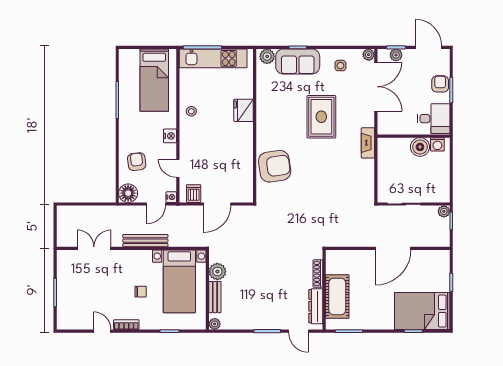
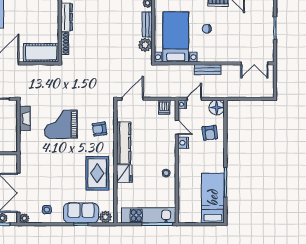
bed: (154, 80) -> (213, 198), moved
rug: (321, 117) -> (97, 173), moved
nightstand: (170, 136) -> (183, 143), moved
fireplace: (368, 143) -> (25, 118), moved
kitchen counter: (244, 149) -> (124, 143), added
armchair: (275, 166) -> (99, 129), width x0.53, depth x0.53
grand piano: (323, 172) -> (61, 124), added
door: (217, 204) -> (133, 99), moved
bench: (145, 241) -> (208, 70), width x0.73
double door: (94, 248) -> (254, 63), moved
cot: (337, 296) -> (41, 53), moved, turned 90

